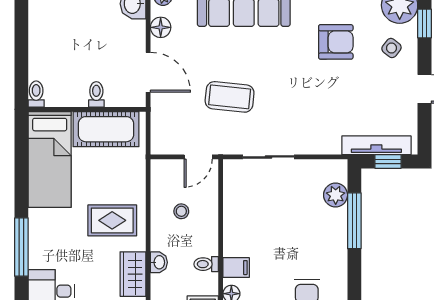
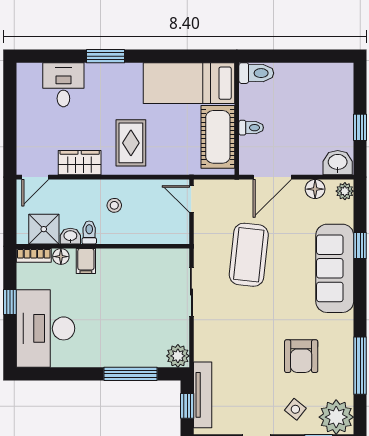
toilet: (36, 94) -> (256, 73), width x1.37, depth x1.39
coffee table: (230, 97) -> (249, 255), width x1.36, depth x1.32
door: (198, 157) -> (191, 199), moved
plant: (336, 195) -> (178, 356), moved
stool: (181, 211) -> (114, 205), moved
window: (21, 247) -> (105, 56), width x0.69
washbasin: (159, 262) -> (70, 236), moved, turned 180

